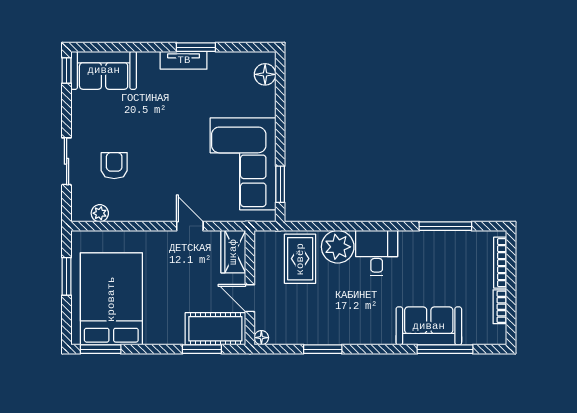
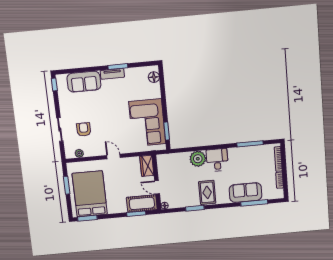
sofa: (104, 70) -> (84, 82), moved
door: (190, 226) -> (113, 157), moved
rug: (300, 259) -> (207, 192), moved

